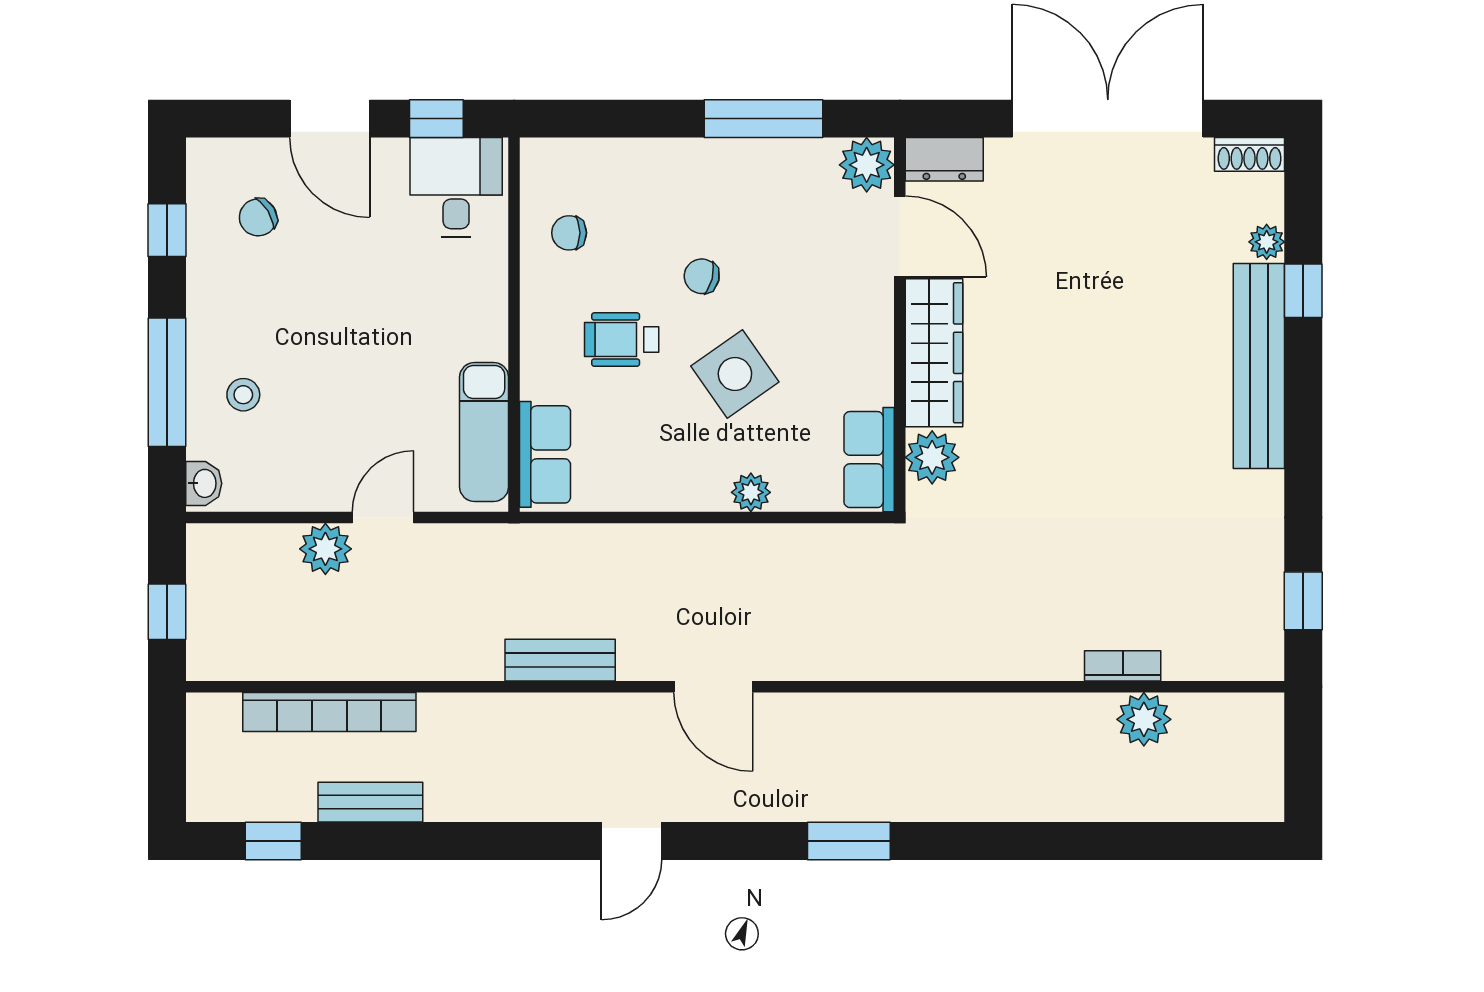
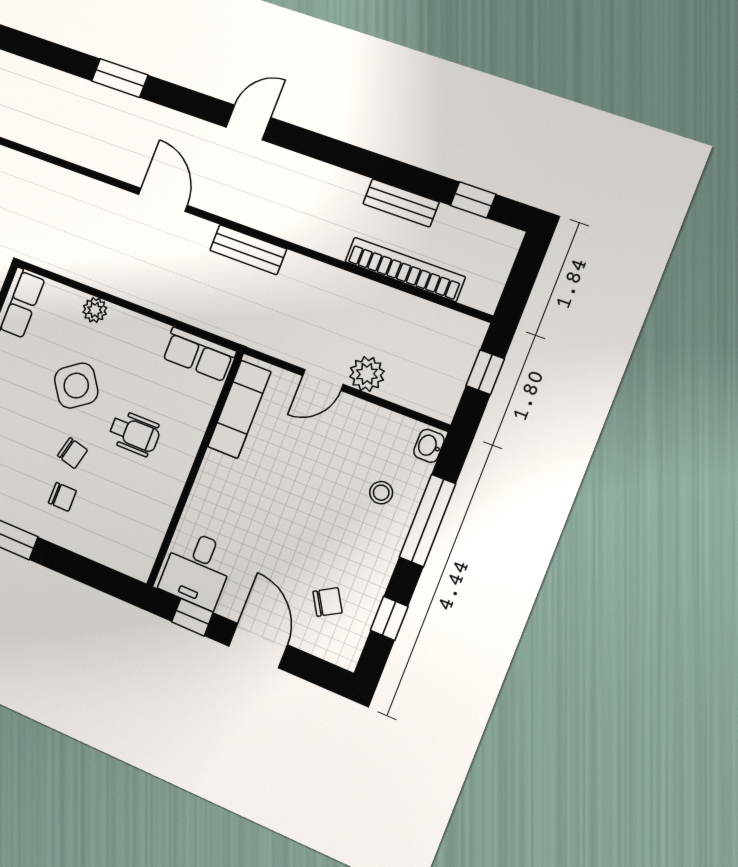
chair: (569, 233) -> (62, 497), moved
row of seats: (545, 454) -> (199, 354), moved, turned -90

